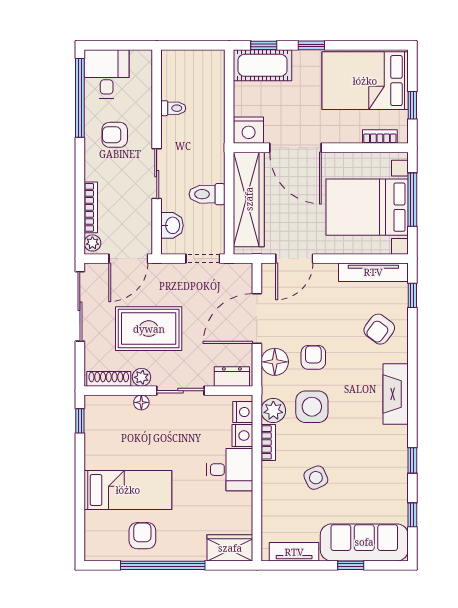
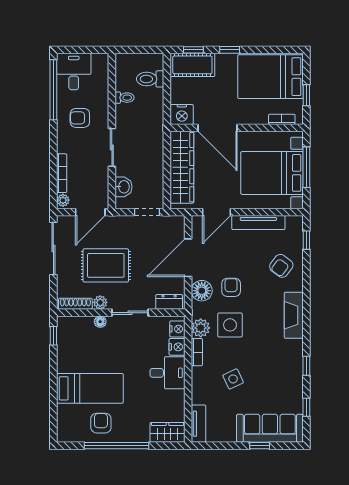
toilet: (207, 194) -> (150, 79), moved
tv unit: (373, 272) -> (258, 223), moved
tv unit: (294, 552) -> (198, 424), moved, turned 90

